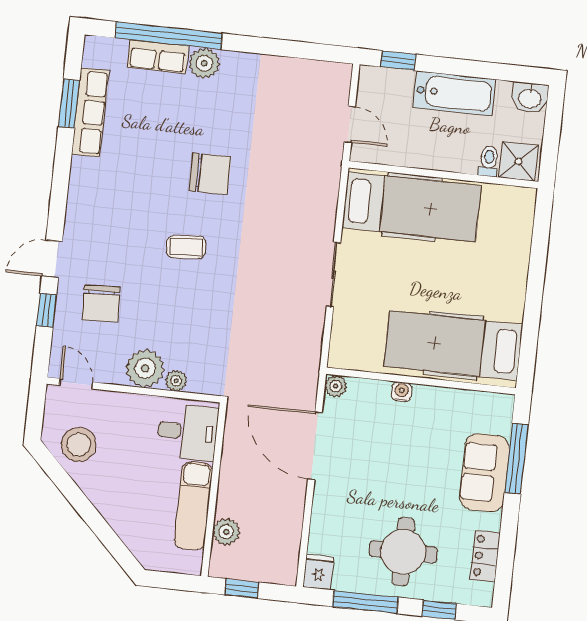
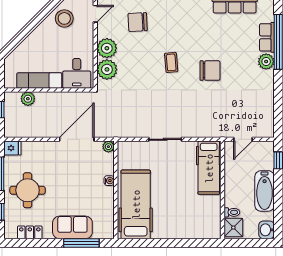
chair: (210, 174) -> (210, 71), turned -90
hospital bed: (412, 207) -> (209, 168), width x0.73, depth x0.78
plant: (176, 381) -> (107, 69), width x1.87, depth x1.87

